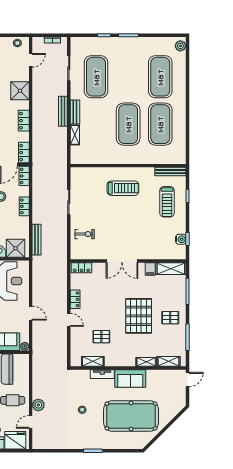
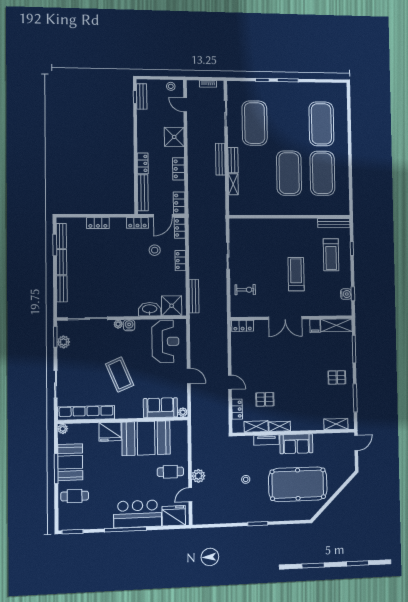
plant: (180, 46) -> (341, 92), removed
door: (31, 60) -> (185, 105), swing flipped
treadmill: (123, 188) -> (296, 274), moved, turned -90
locker: (75, 299) -> (237, 409), moved
pallet: (139, 316) -> (304, 376), removed
shelving: (146, 362) -> (280, 426), moved

